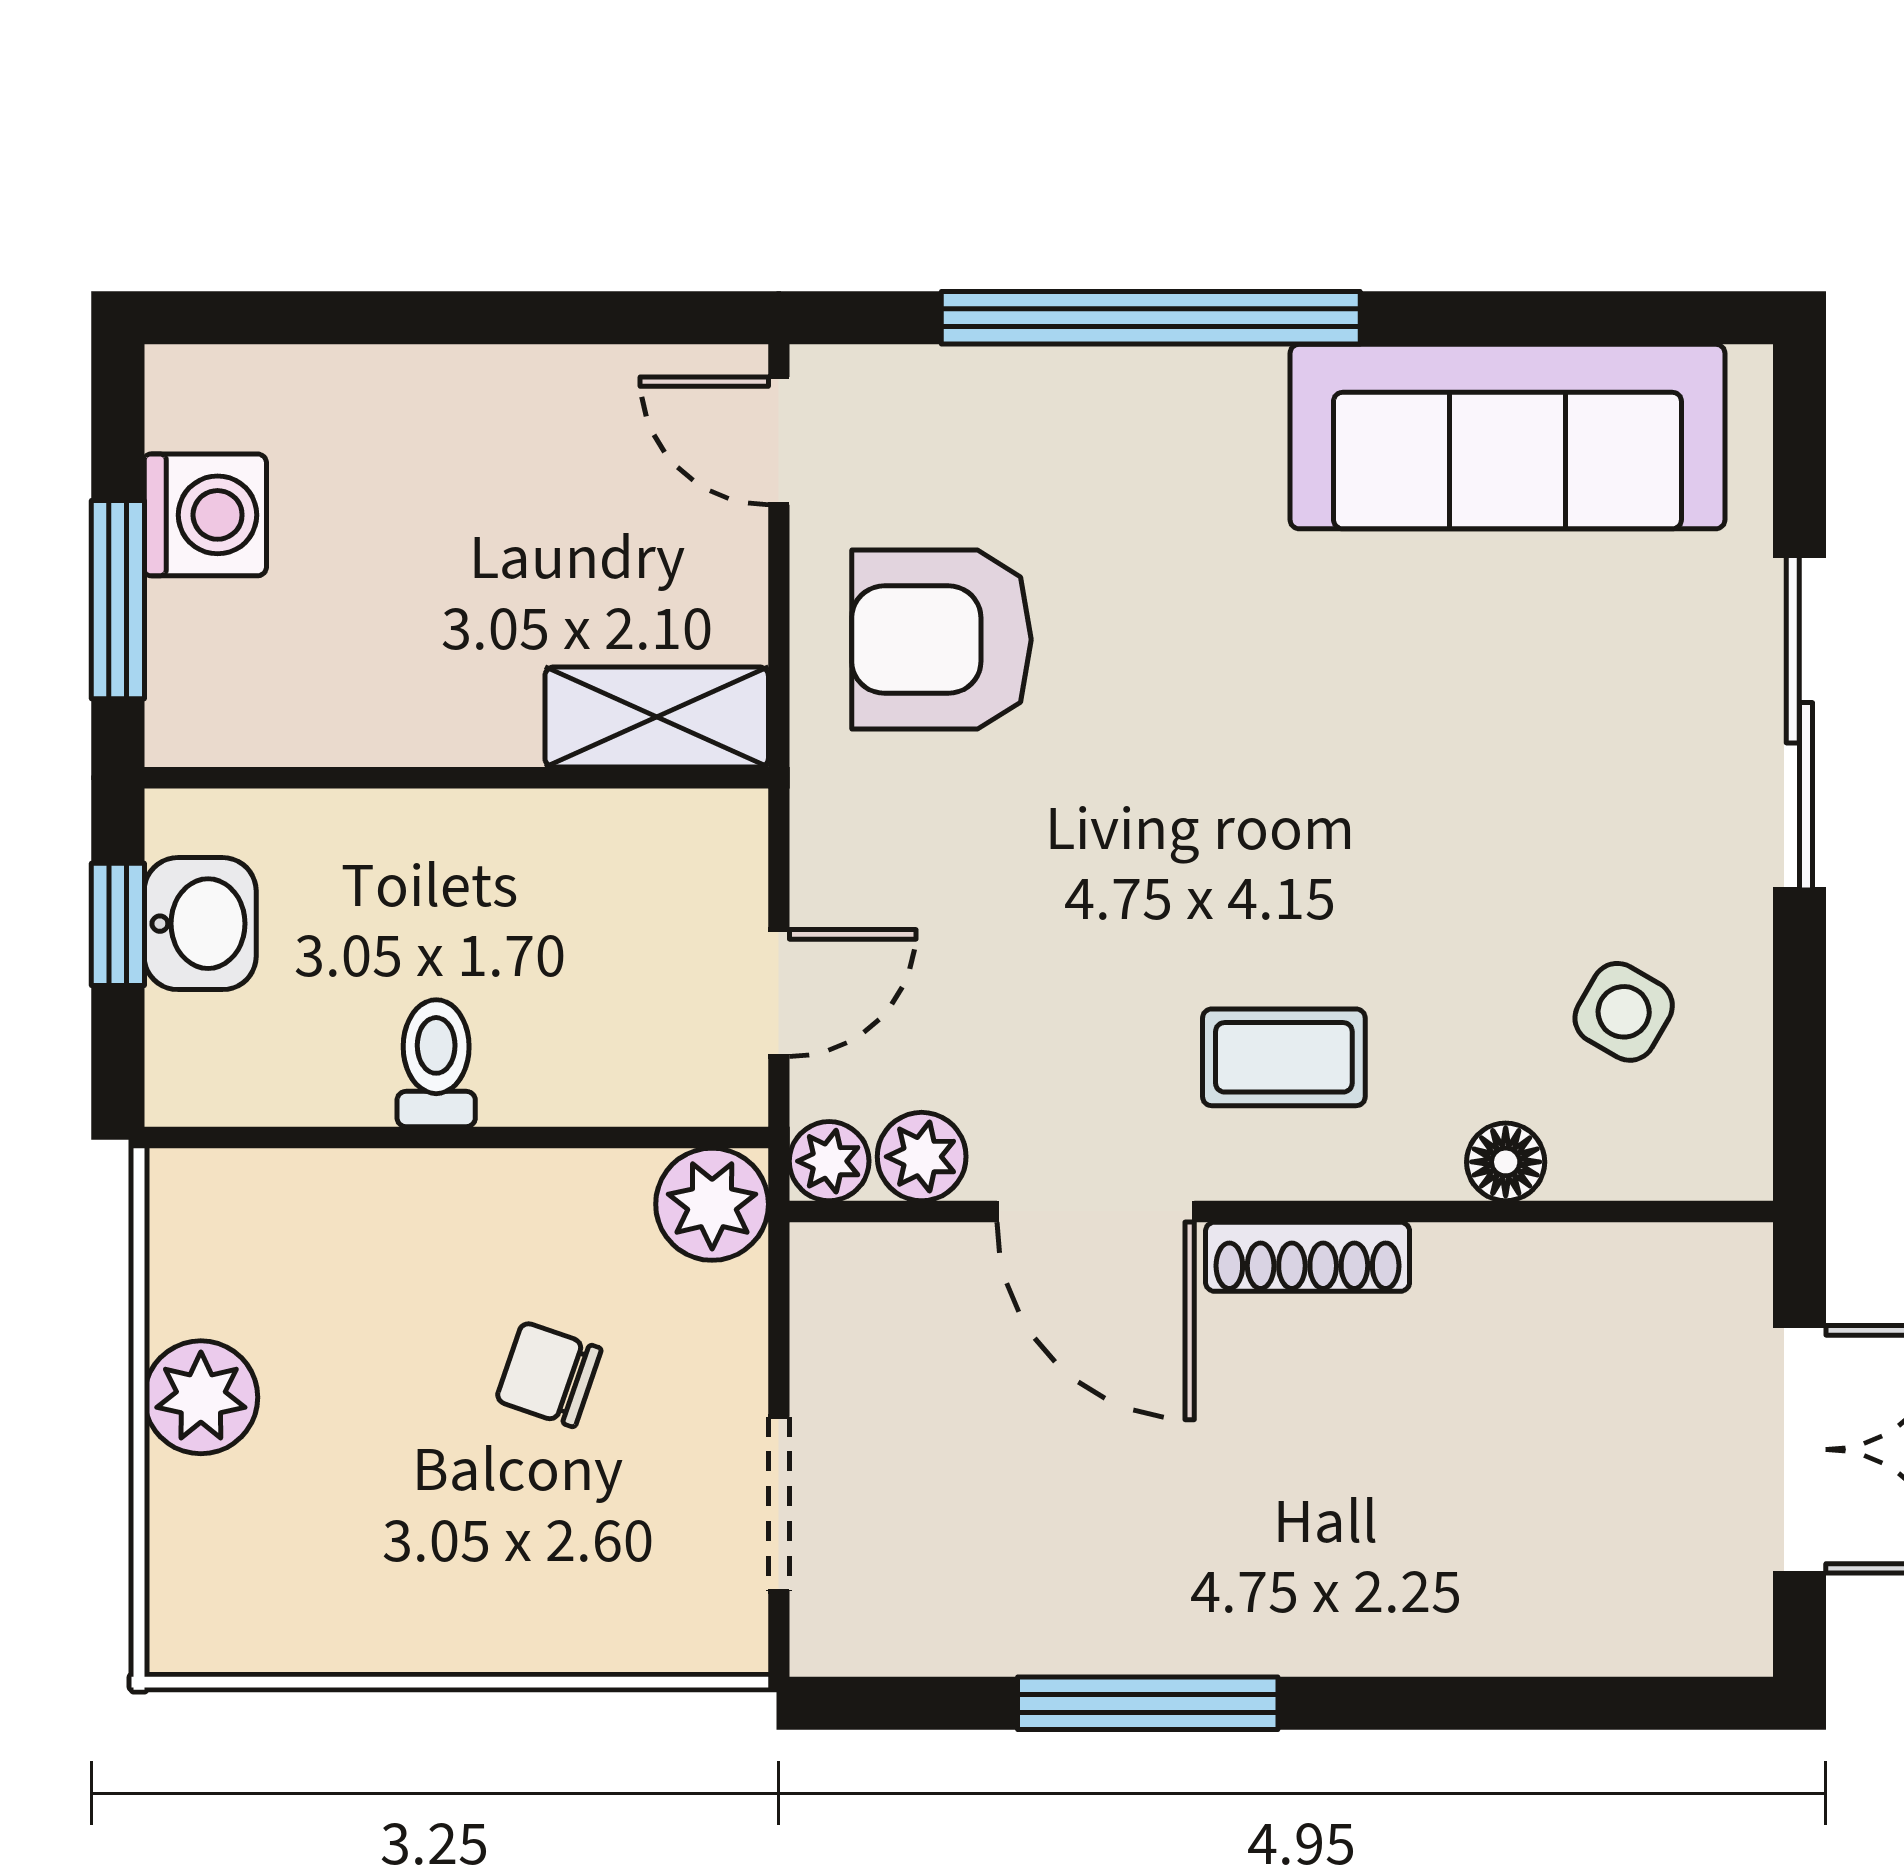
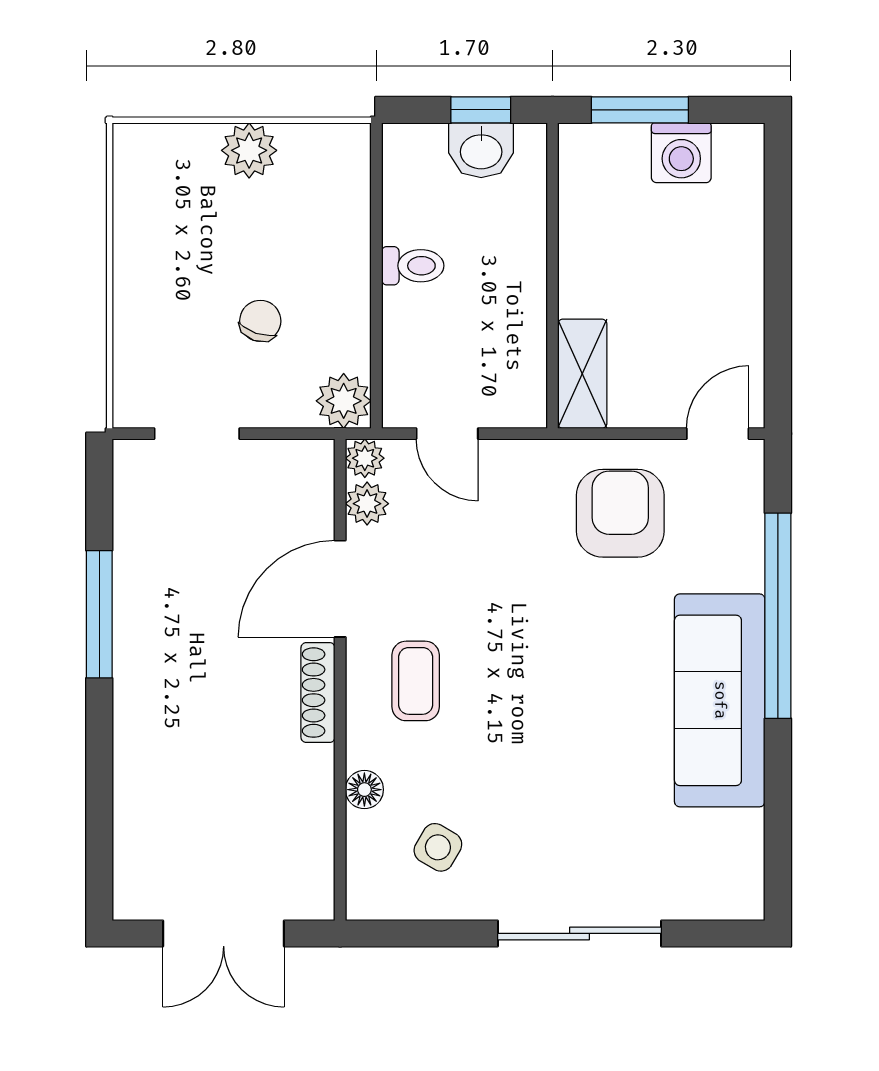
sofa: (1507, 437) -> (720, 700), moved

